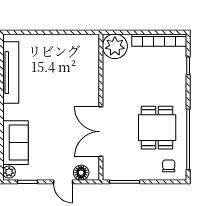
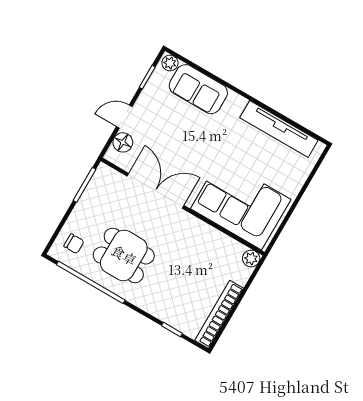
plant: (115, 46) -> (251, 259), width x0.53, depth x0.53
corner sofa: (76, 69) -> (241, 204), added

